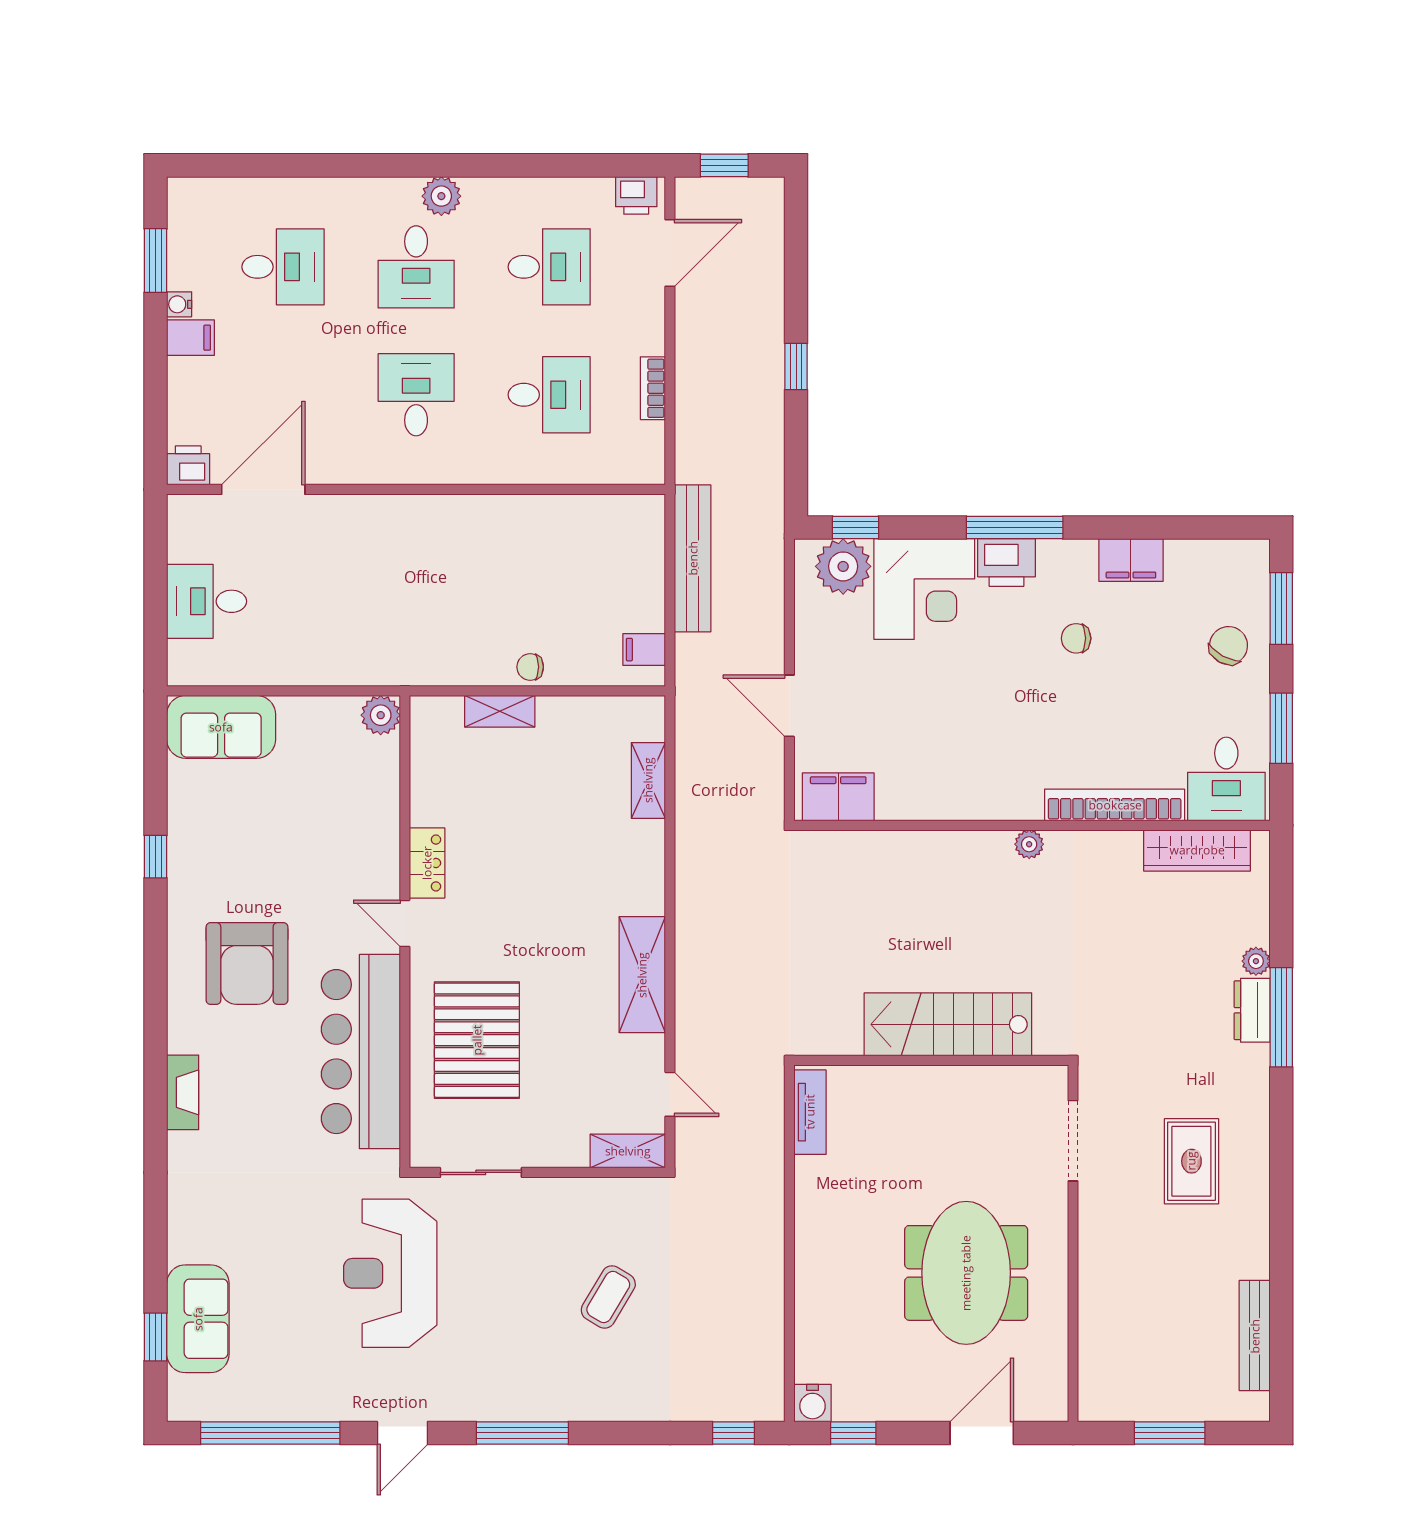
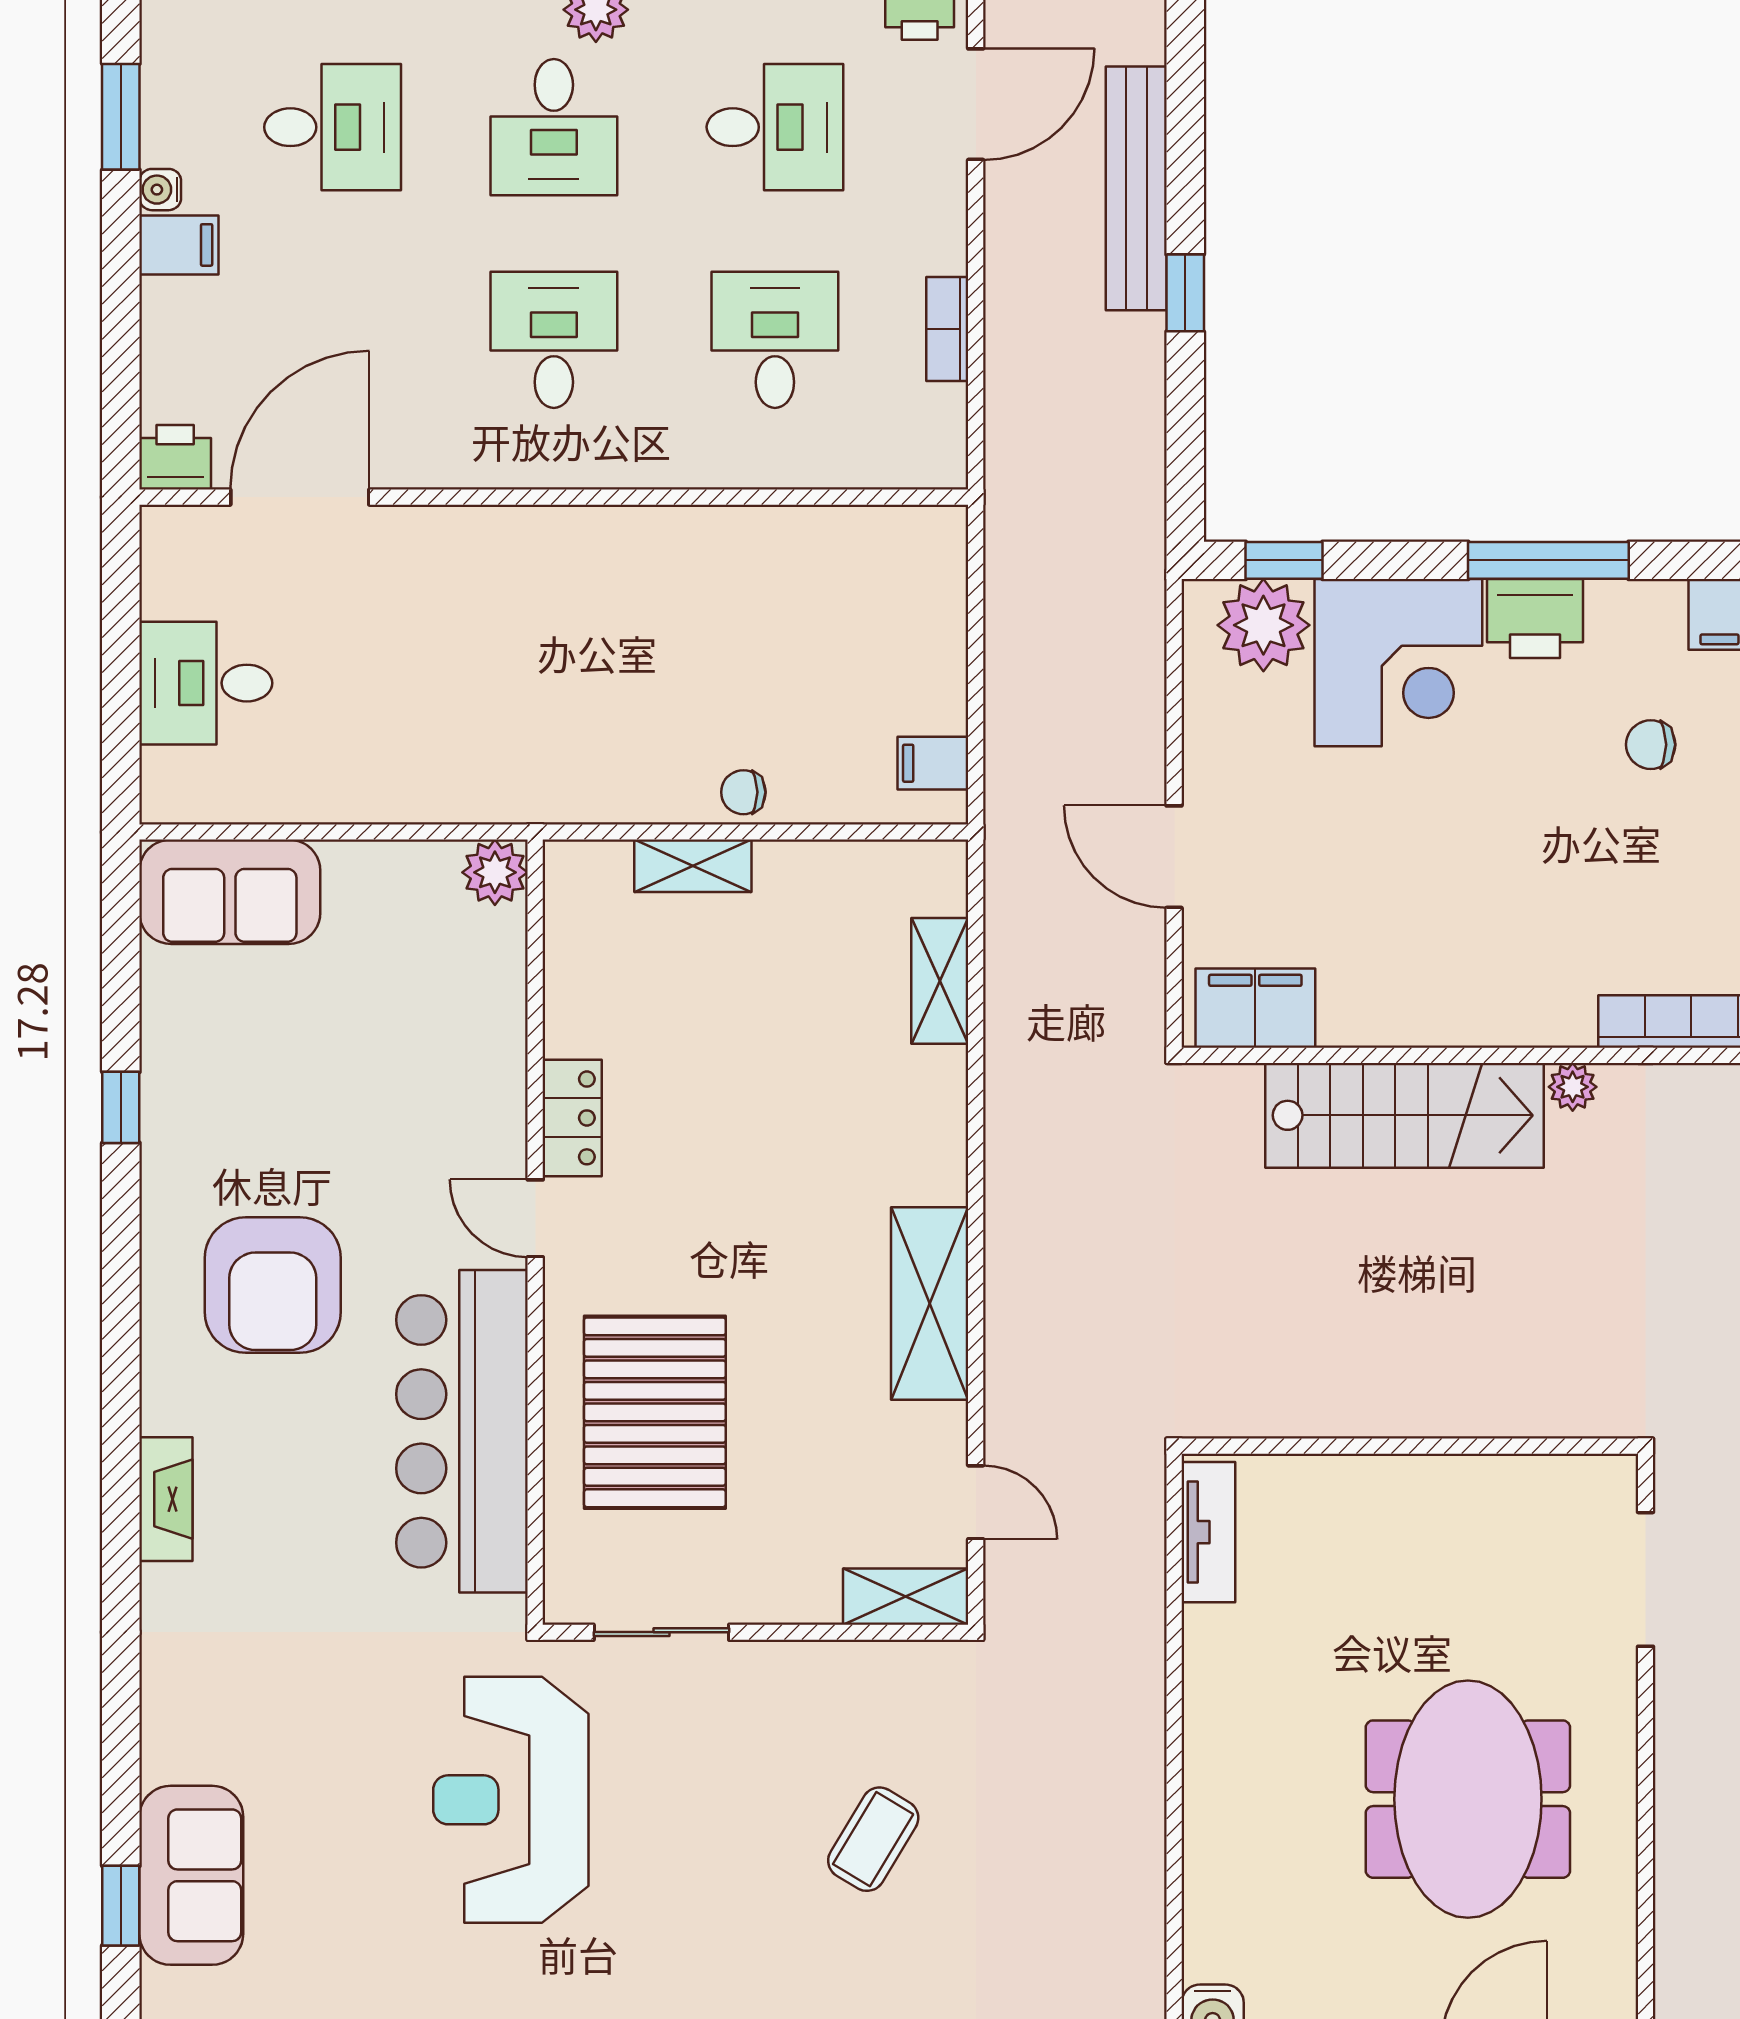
desk: (549, 395) -> (775, 340), turned -90
bench: (693, 558) -> (1136, 188), moved
stairs: (948, 1024) -> (1404, 1115), moved, turned 180

